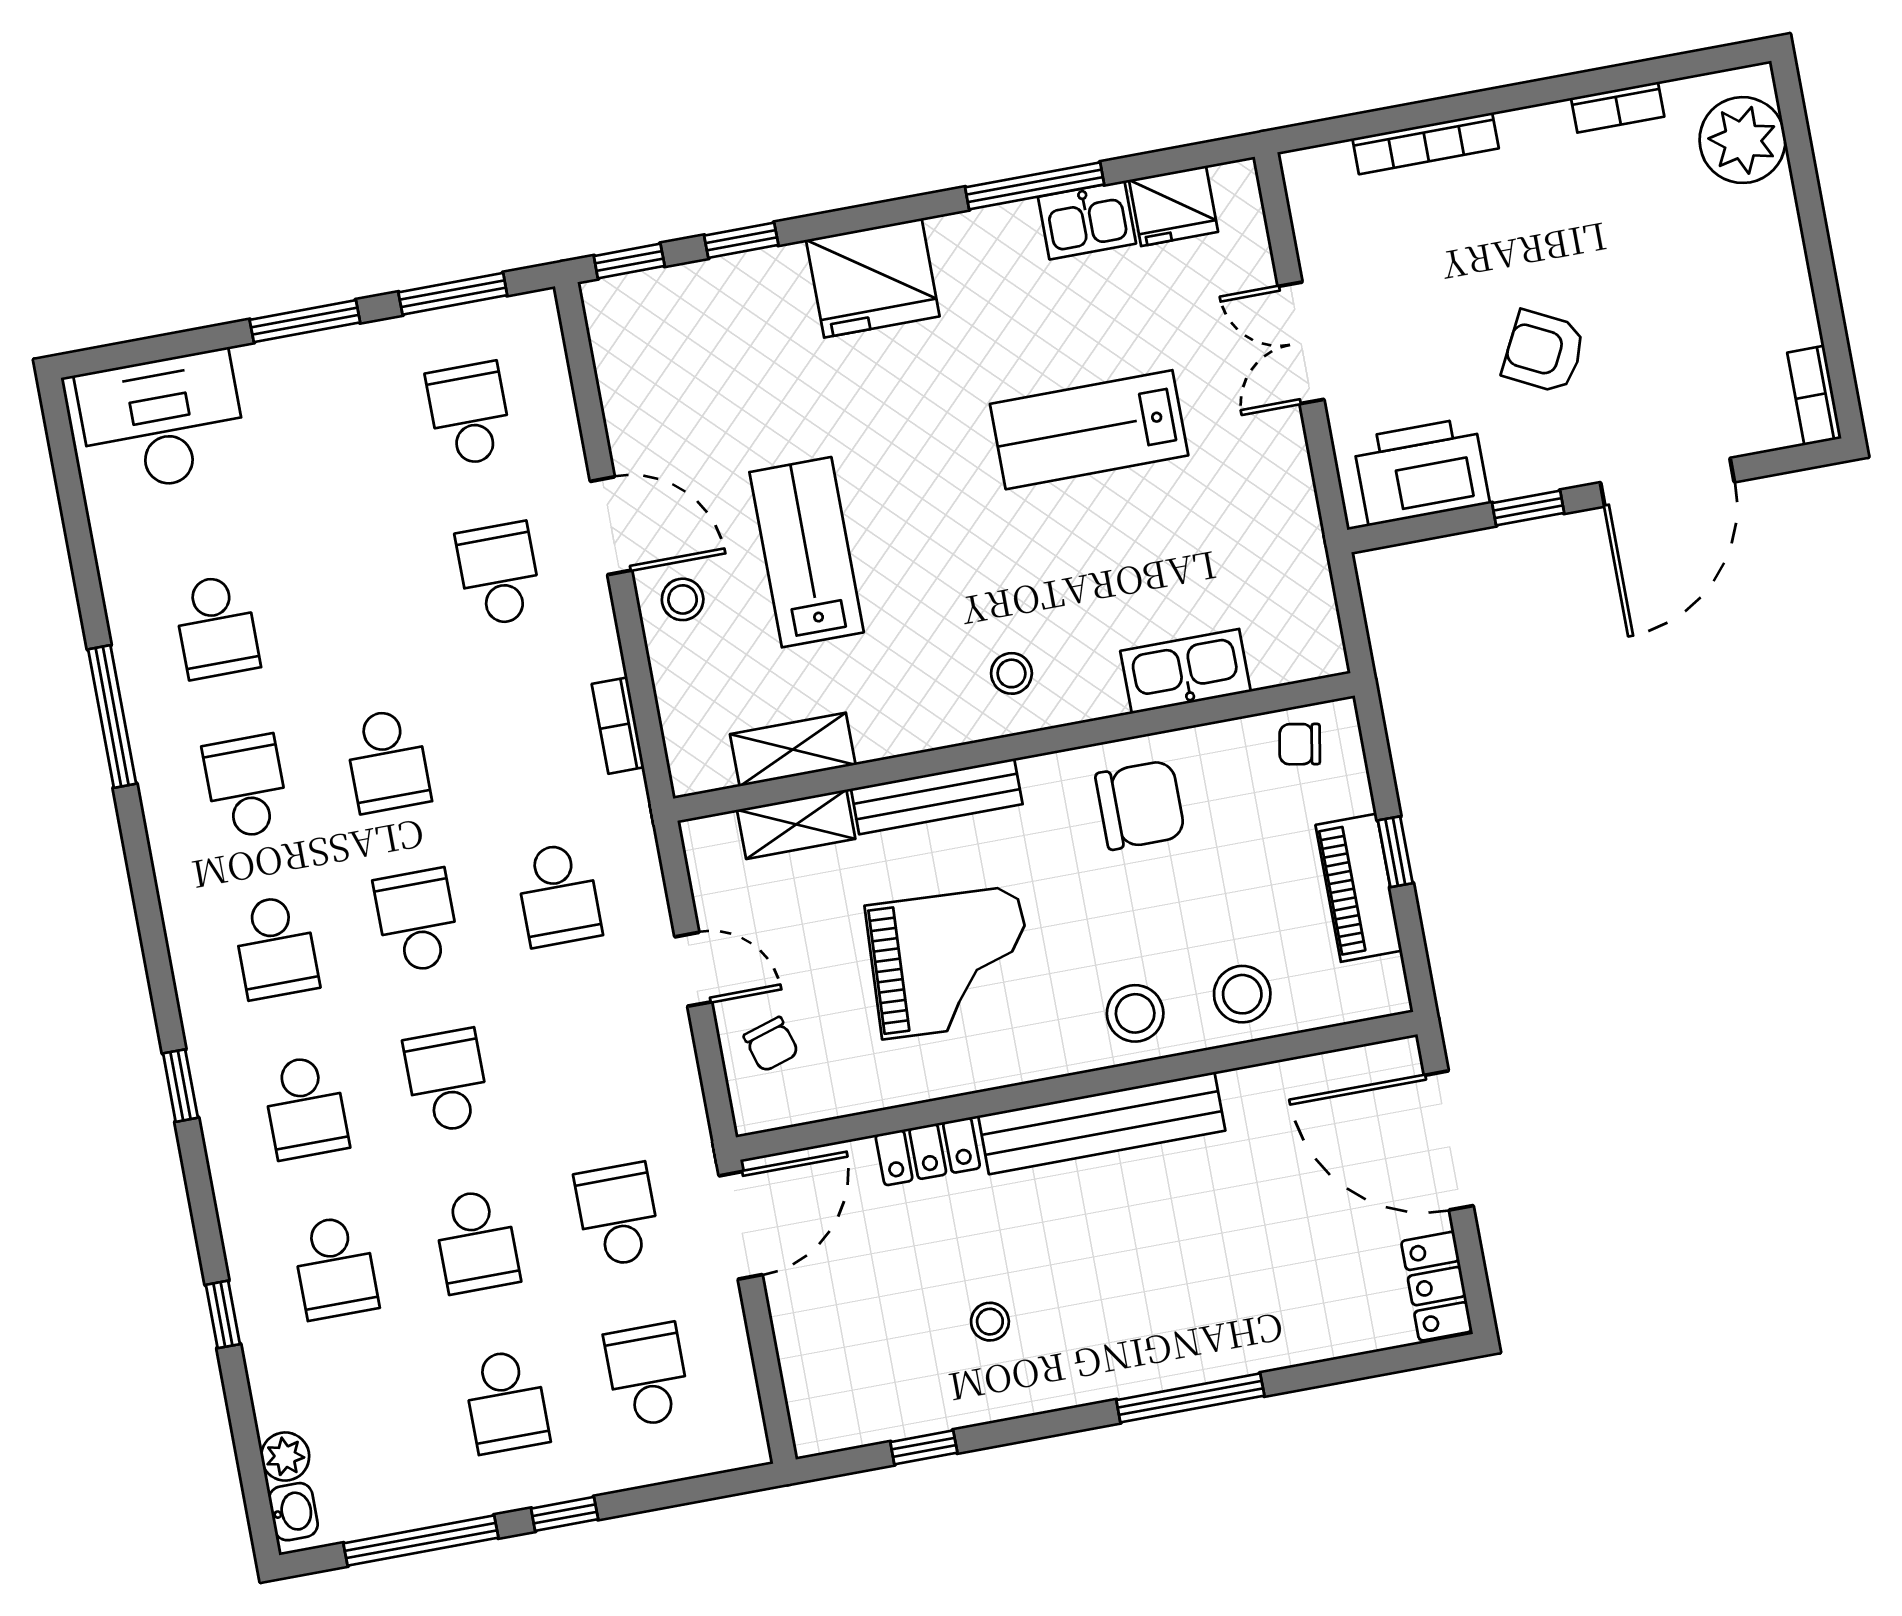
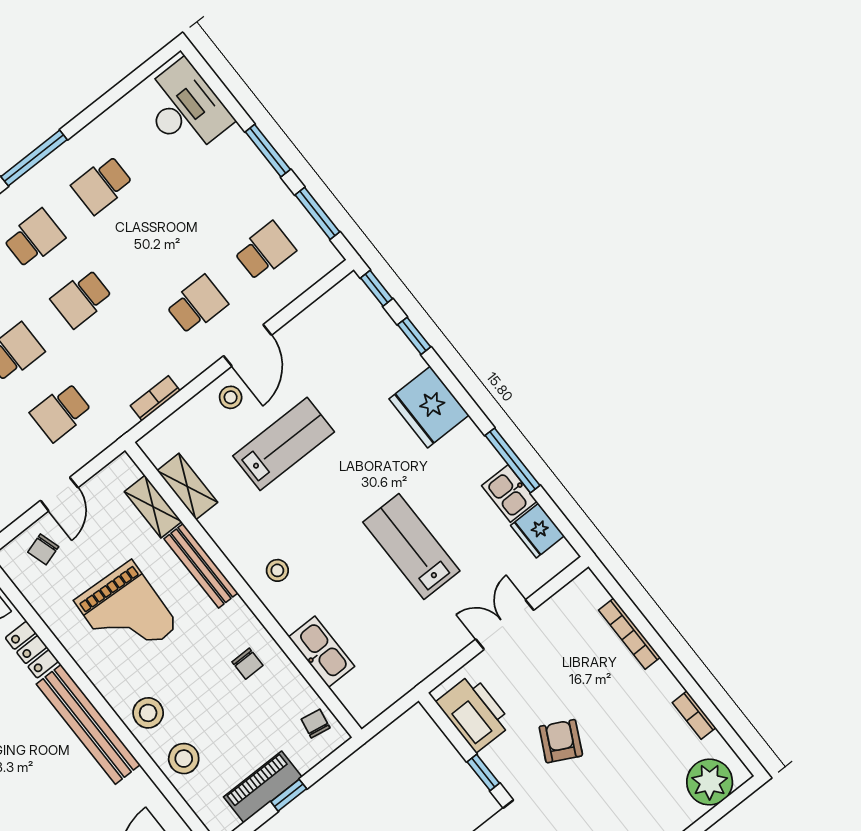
chair: (1140, 805) -> (247, 664), width x0.54, depth x0.54

